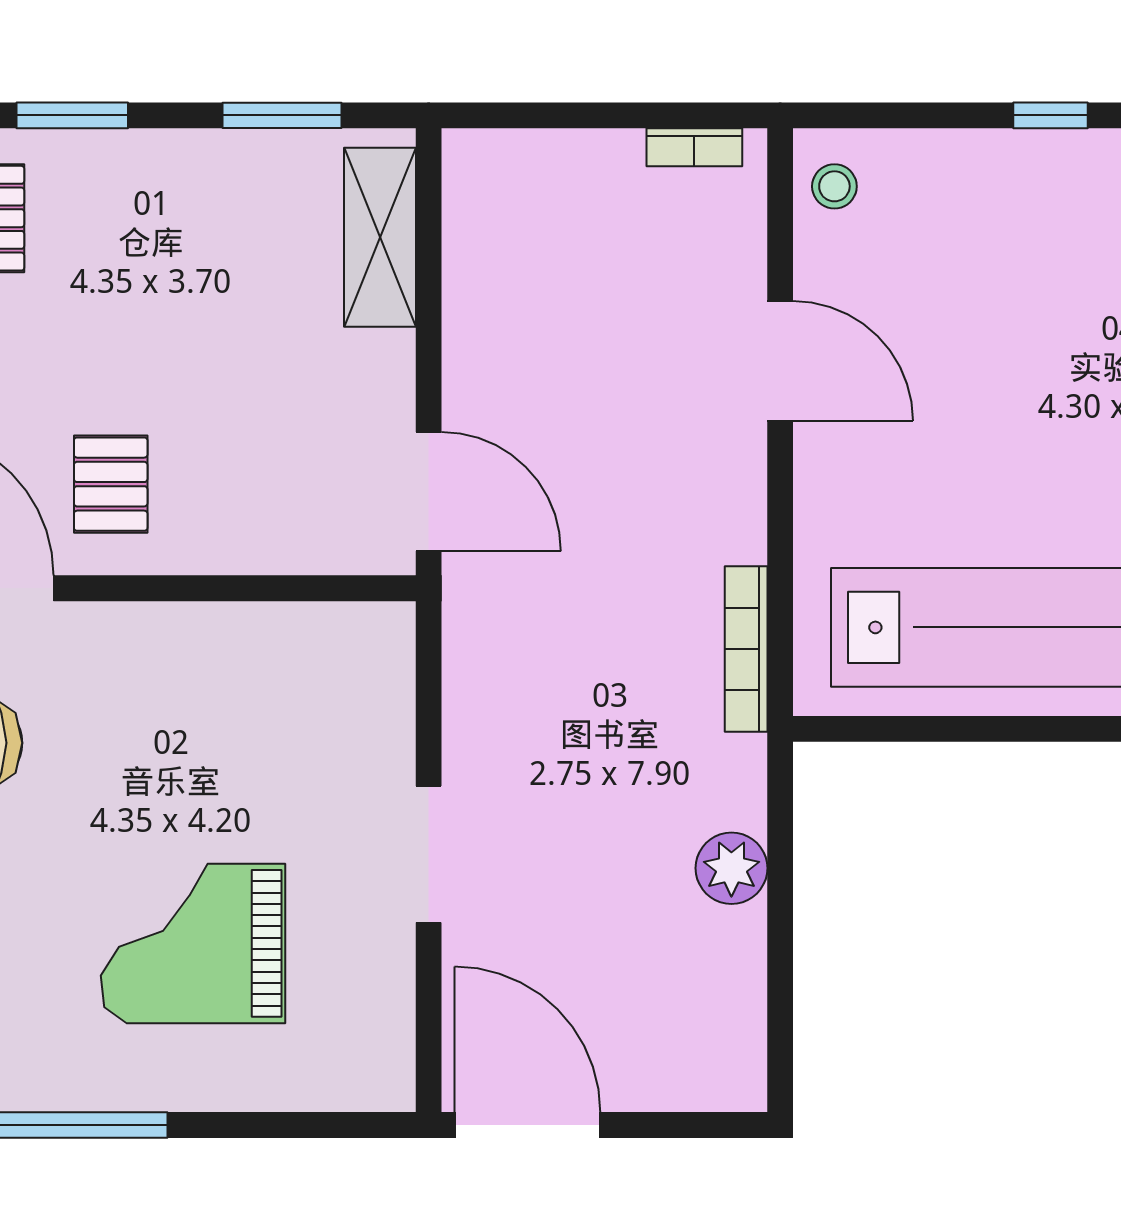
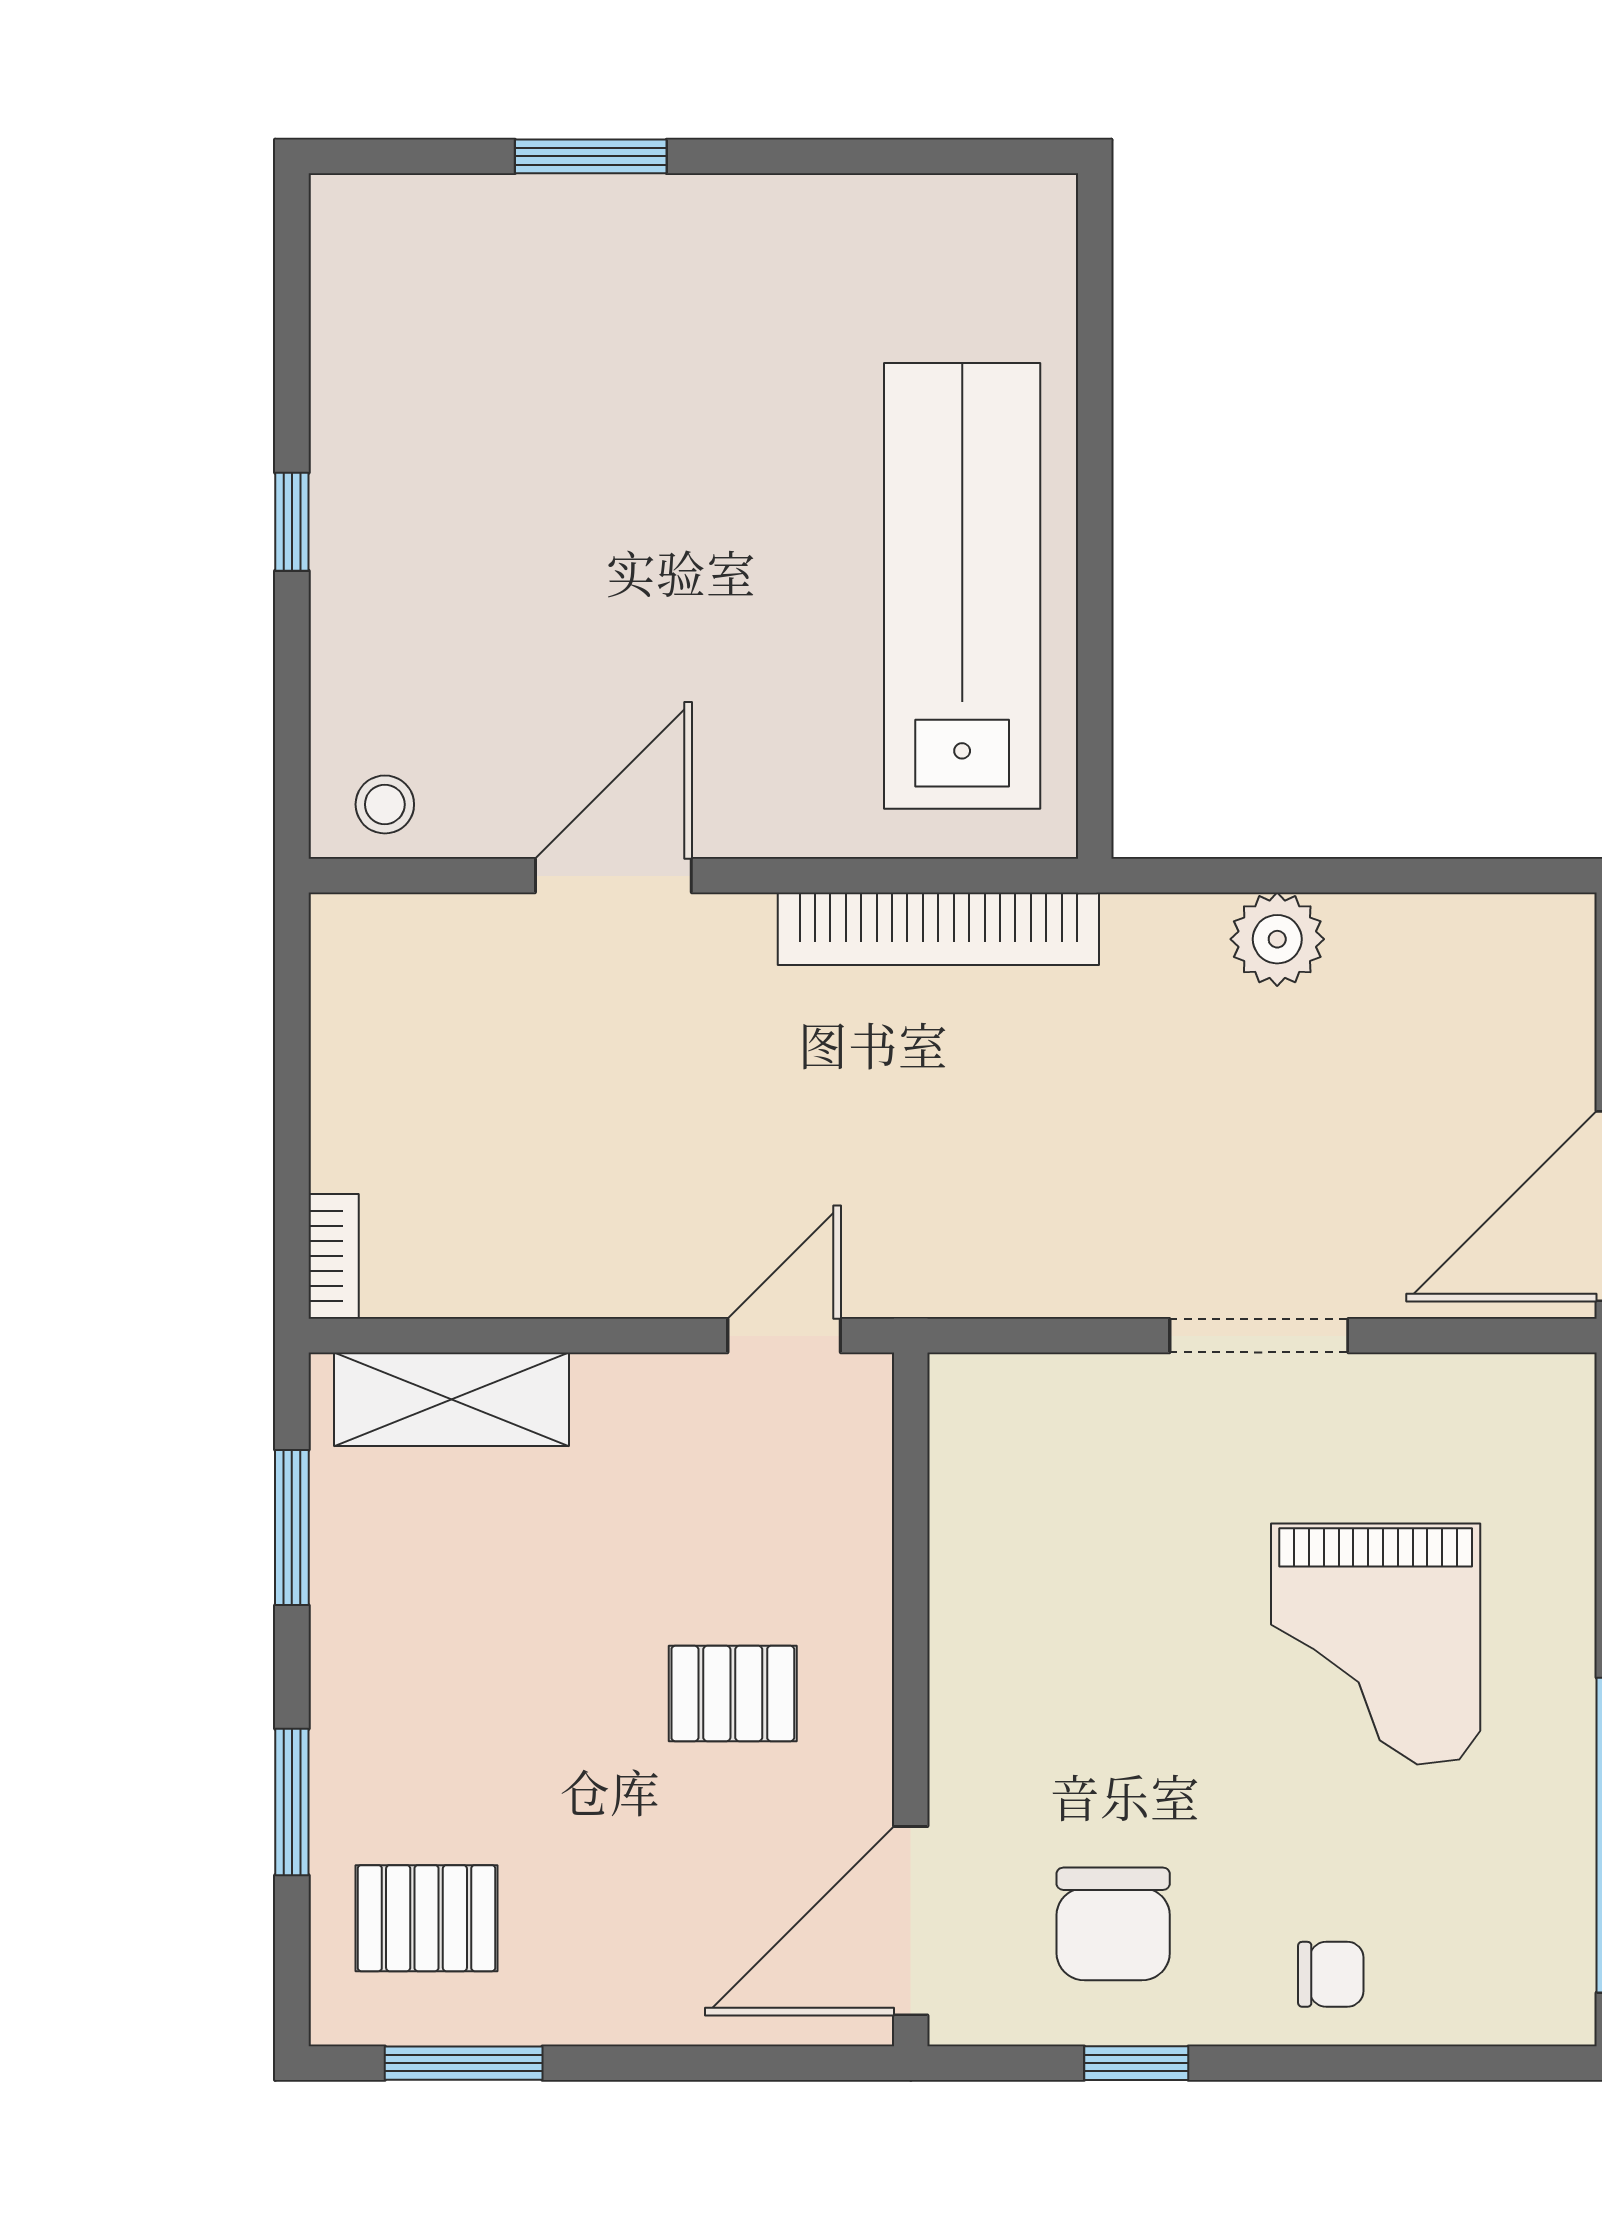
bookcase: (694, 147) -> (334, 1256), moved
pallet: (111, 484) -> (733, 1693), moved
door: (429, 491) -> (784, 1336), width x0.73
bookcase: (746, 649) -> (938, 929), width x1.48, depth x1.31

